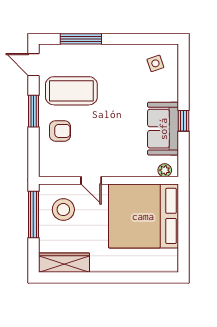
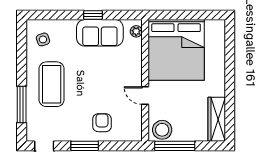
coffee table: (71, 91) -> (52, 84), moved
door: (91, 180) -> (145, 96), swing flipped
stool: (63, 210) -> (162, 130), moved

